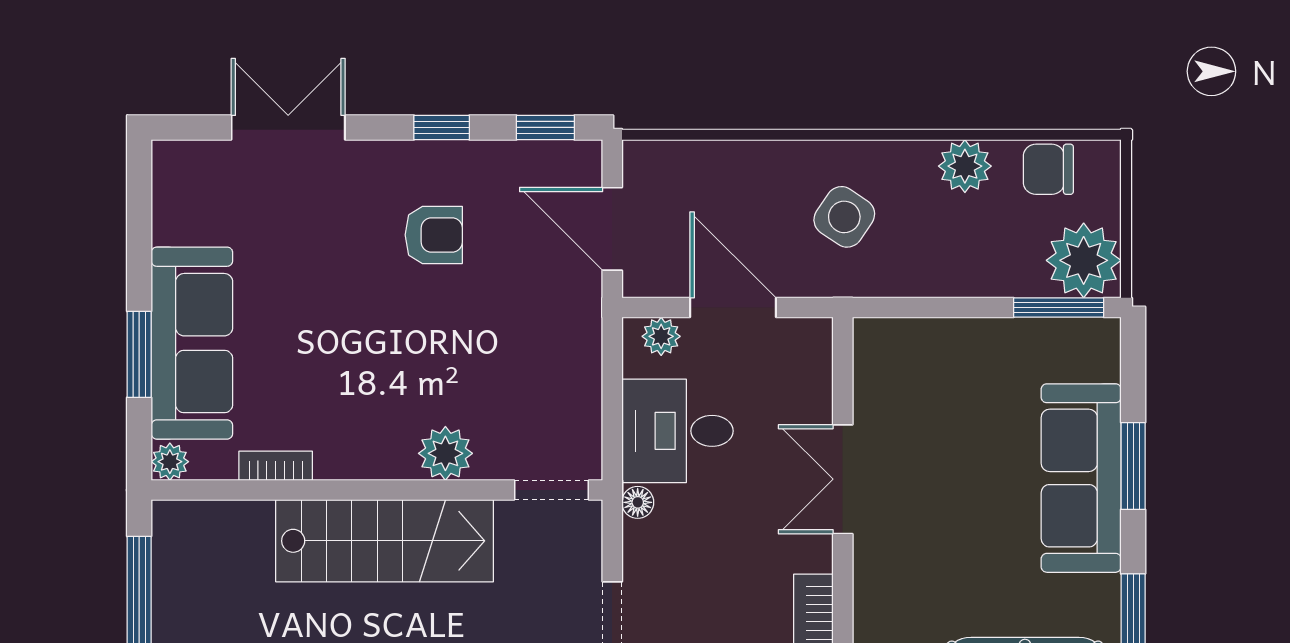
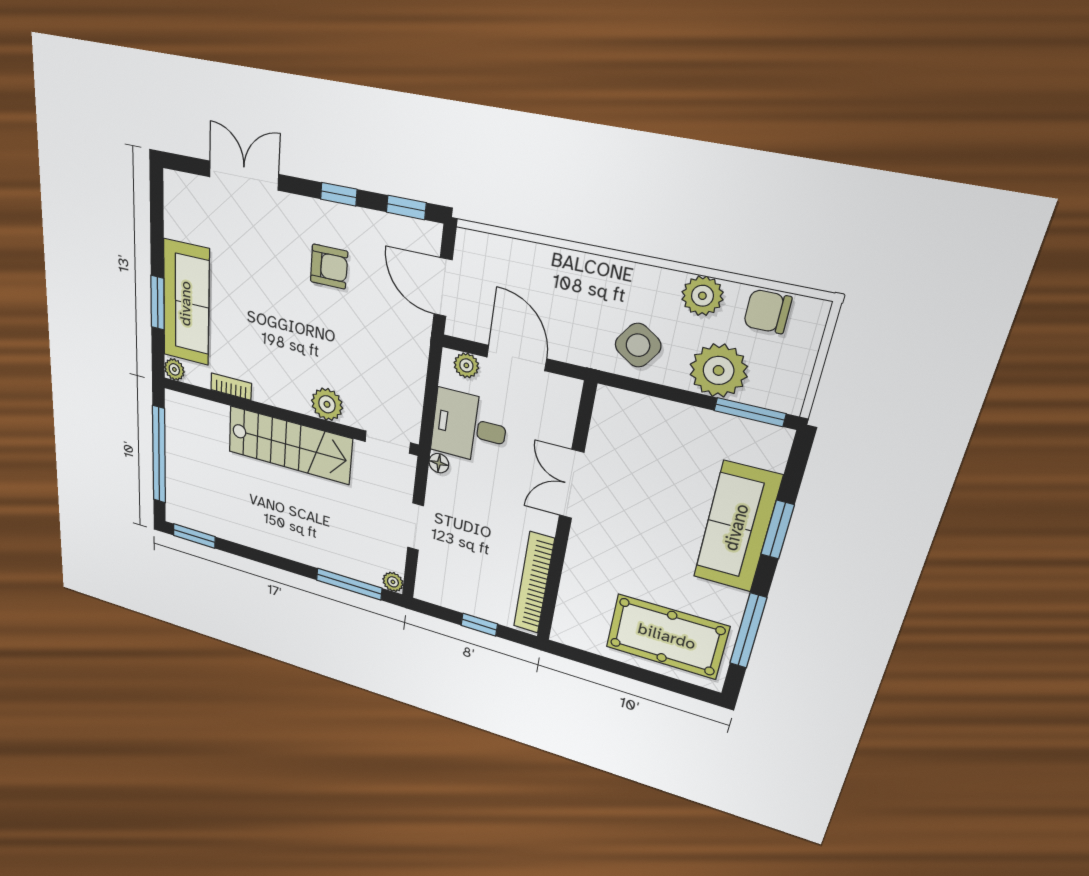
side table: (844, 217) -> (638, 345), moved
plant: (1084, 260) -> (719, 370), moved

